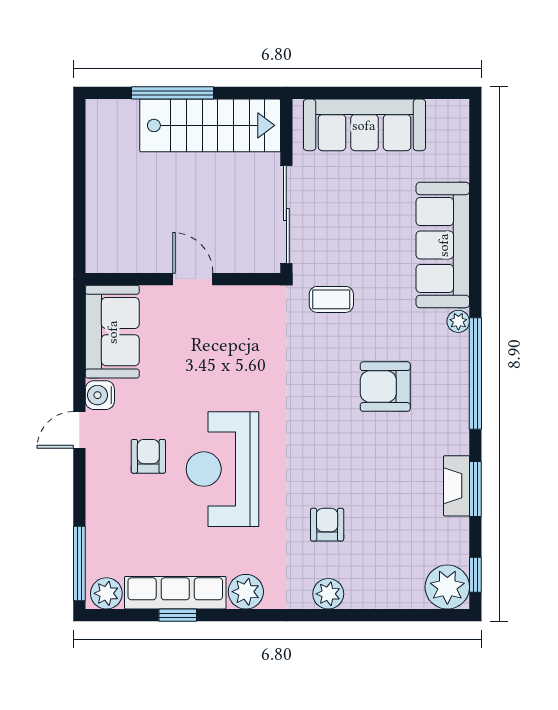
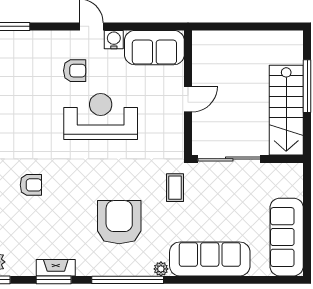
sofa: (364, 125) -> (287, 237), moved
armchair: (385, 387) -> (119, 222), width x1.36, depth x1.36
reception desk: (223, 469) -> (101, 117), moved

